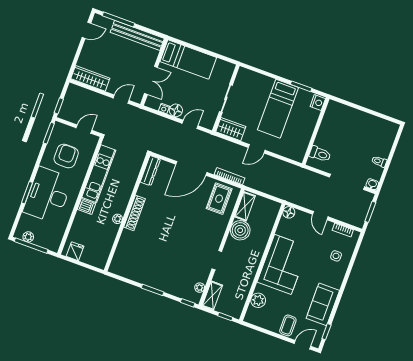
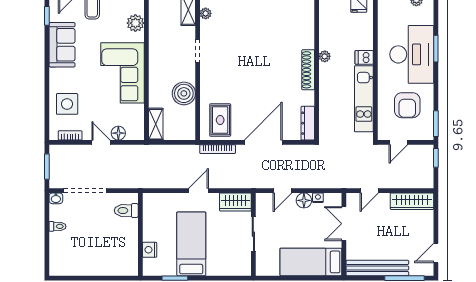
nightstand: (318, 103) -> (150, 250), moved
shelving: (245, 206) -> (156, 124), moved
floor lamp: (289, 212) -> (118, 133), moved
side table: (336, 256) -> (67, 104), width x1.87, depth x1.87

